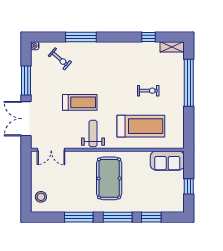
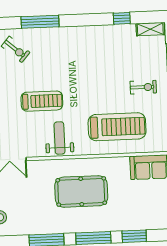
exercise bike: (148, 91) -> (143, 87), moved
pool table: (109, 178) -> (81, 191), turned 90

